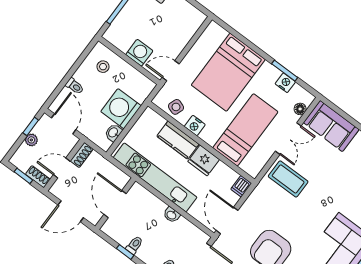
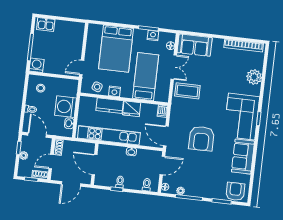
washing machine: (139, 53) -> (37, 65), moved

